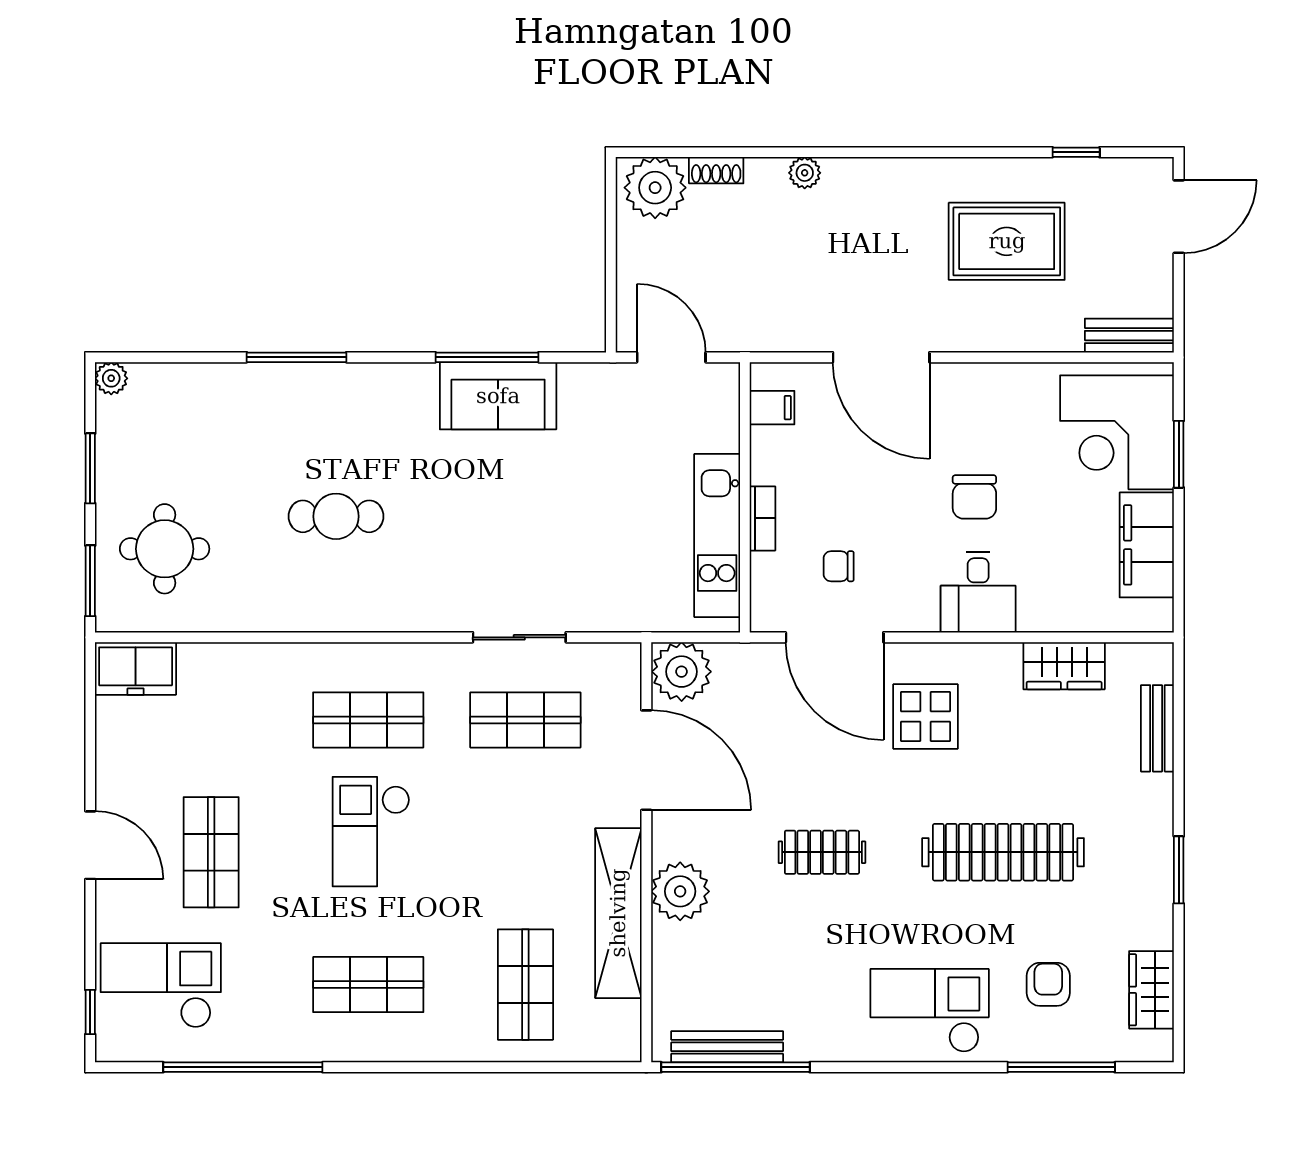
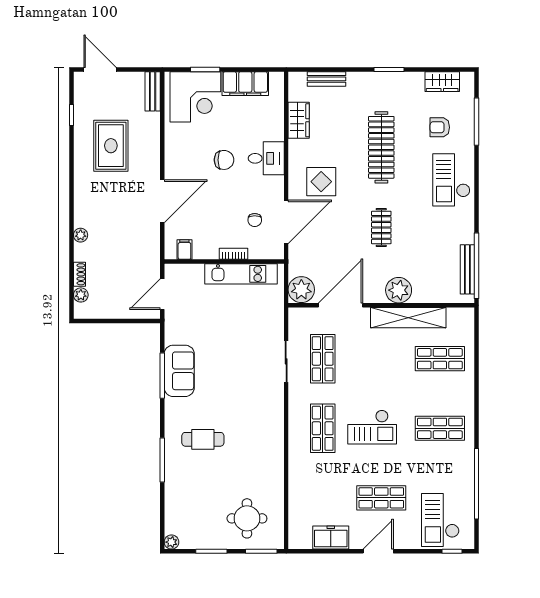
plant: (655, 188) -> (81, 295), width x0.53, depth x0.53
cafe table: (336, 516) -> (203, 439), moved, turned 90
freezer: (136, 668) -> (331, 538), moved, turned -90
shop shelf: (368, 985) -> (440, 428), turned 90

